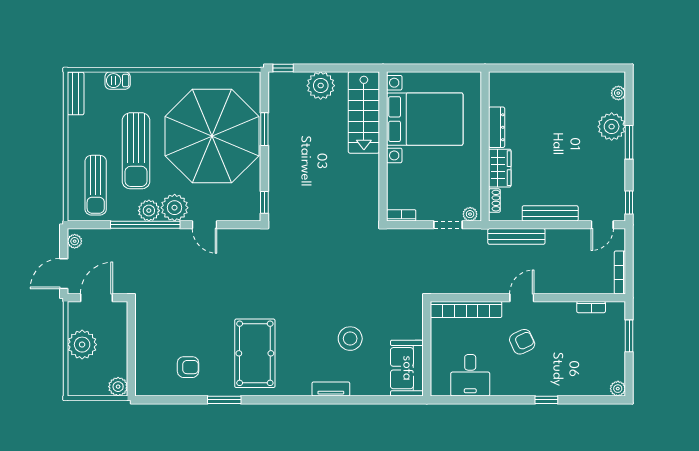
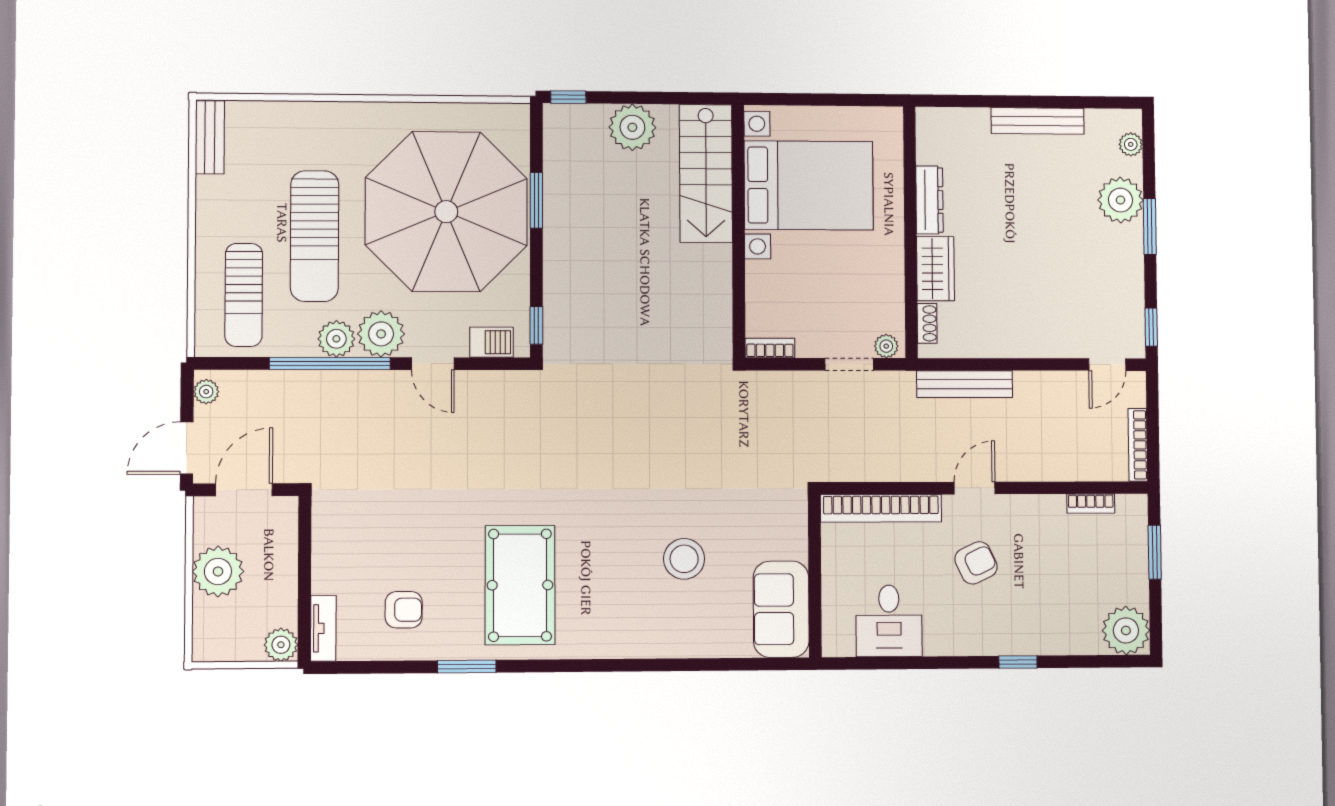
barbecue: (118, 81) -> (491, 342), moved, turned 180
bench: (550, 213) -> (1038, 121), moved
tv unit: (331, 389) -> (323, 628), moved, turned 90
plant: (618, 389) -> (1126, 630), width x1.87, depth x1.87

